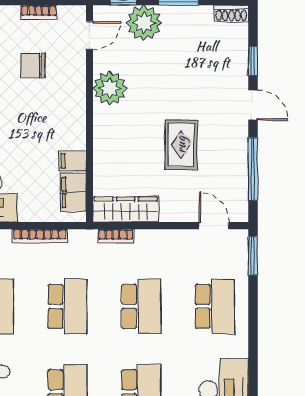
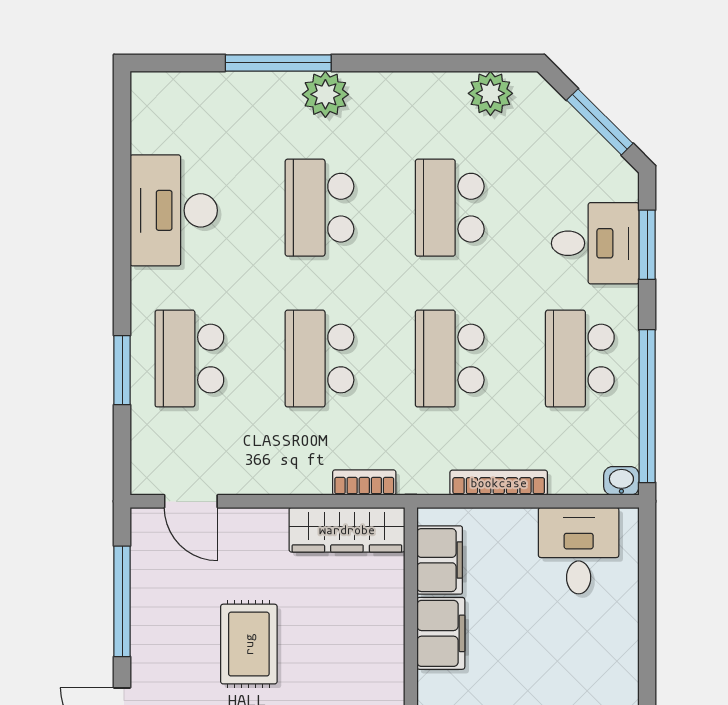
filing cabinet: (73, 161) -> (441, 633), width x2.00
window: (253, 256) -> (122, 370), moved

